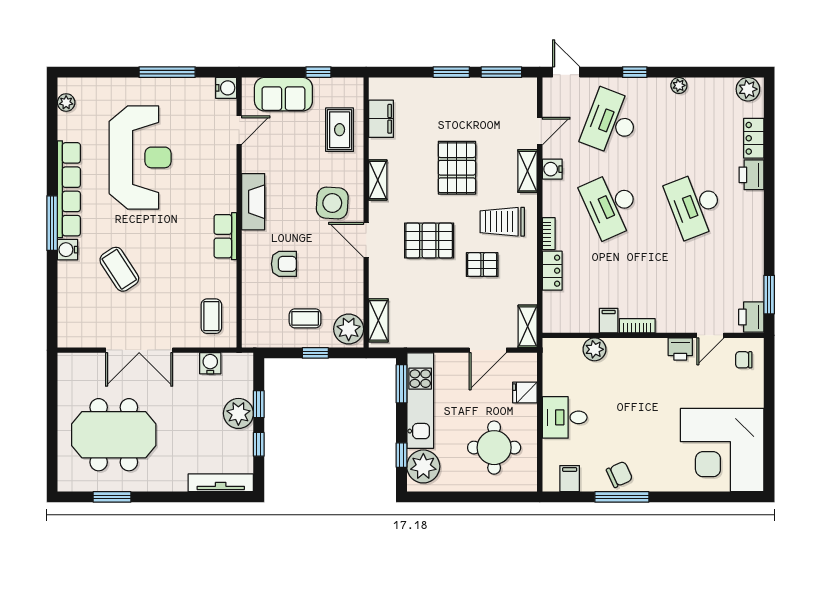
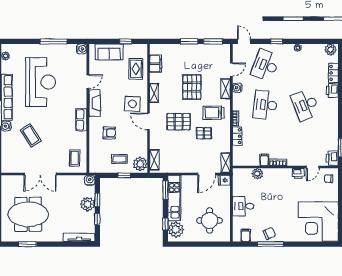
door: (239, 130) -> (88, 82), moved
desk: (611, 205) -> (265, 105), turned 30
water cooler: (210, 363) -> (90, 180), moved
fridge: (525, 393) -> (224, 180), moved

